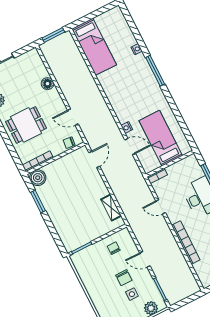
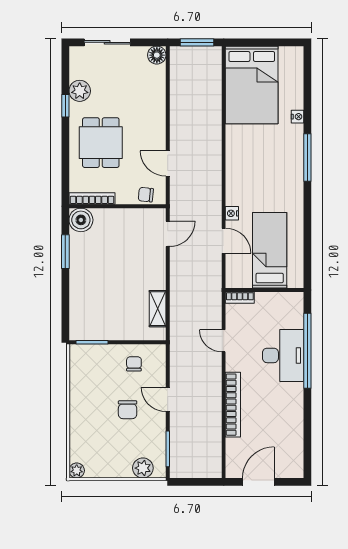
bed: (94, 47) -> (252, 85), width x1.50
floor lamp: (48, 84) -> (157, 55), moved
dining table: (26, 125) -> (101, 143), turned 90
side table: (132, 294) -> (127, 437), removed

